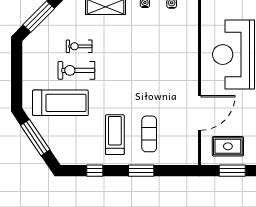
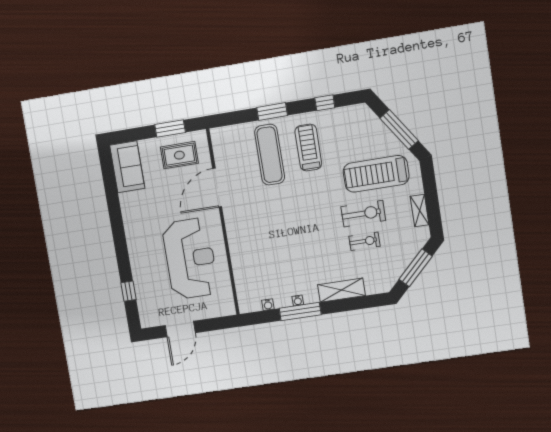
shelving: (28, 66) -> (420, 211), added
exercise mat: (149, 134) -> (270, 155), width x1.36, depth x1.45
treadmill: (115, 135) -> (308, 148), turned 180

